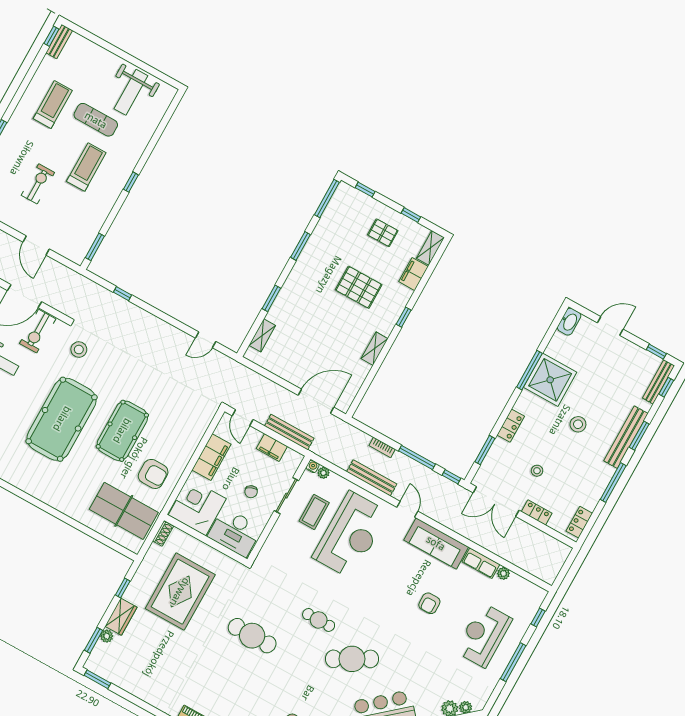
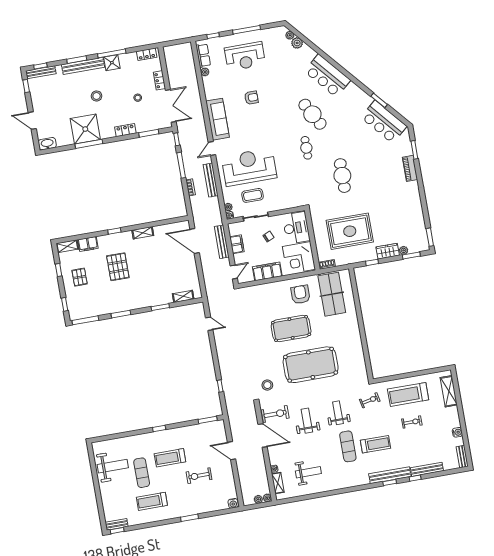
door: (36, 246) -> (232, 451), swing flipped
shower: (602, 474) -> (112, 63), added
row of seats: (481, 563) -> (203, 55), moved

